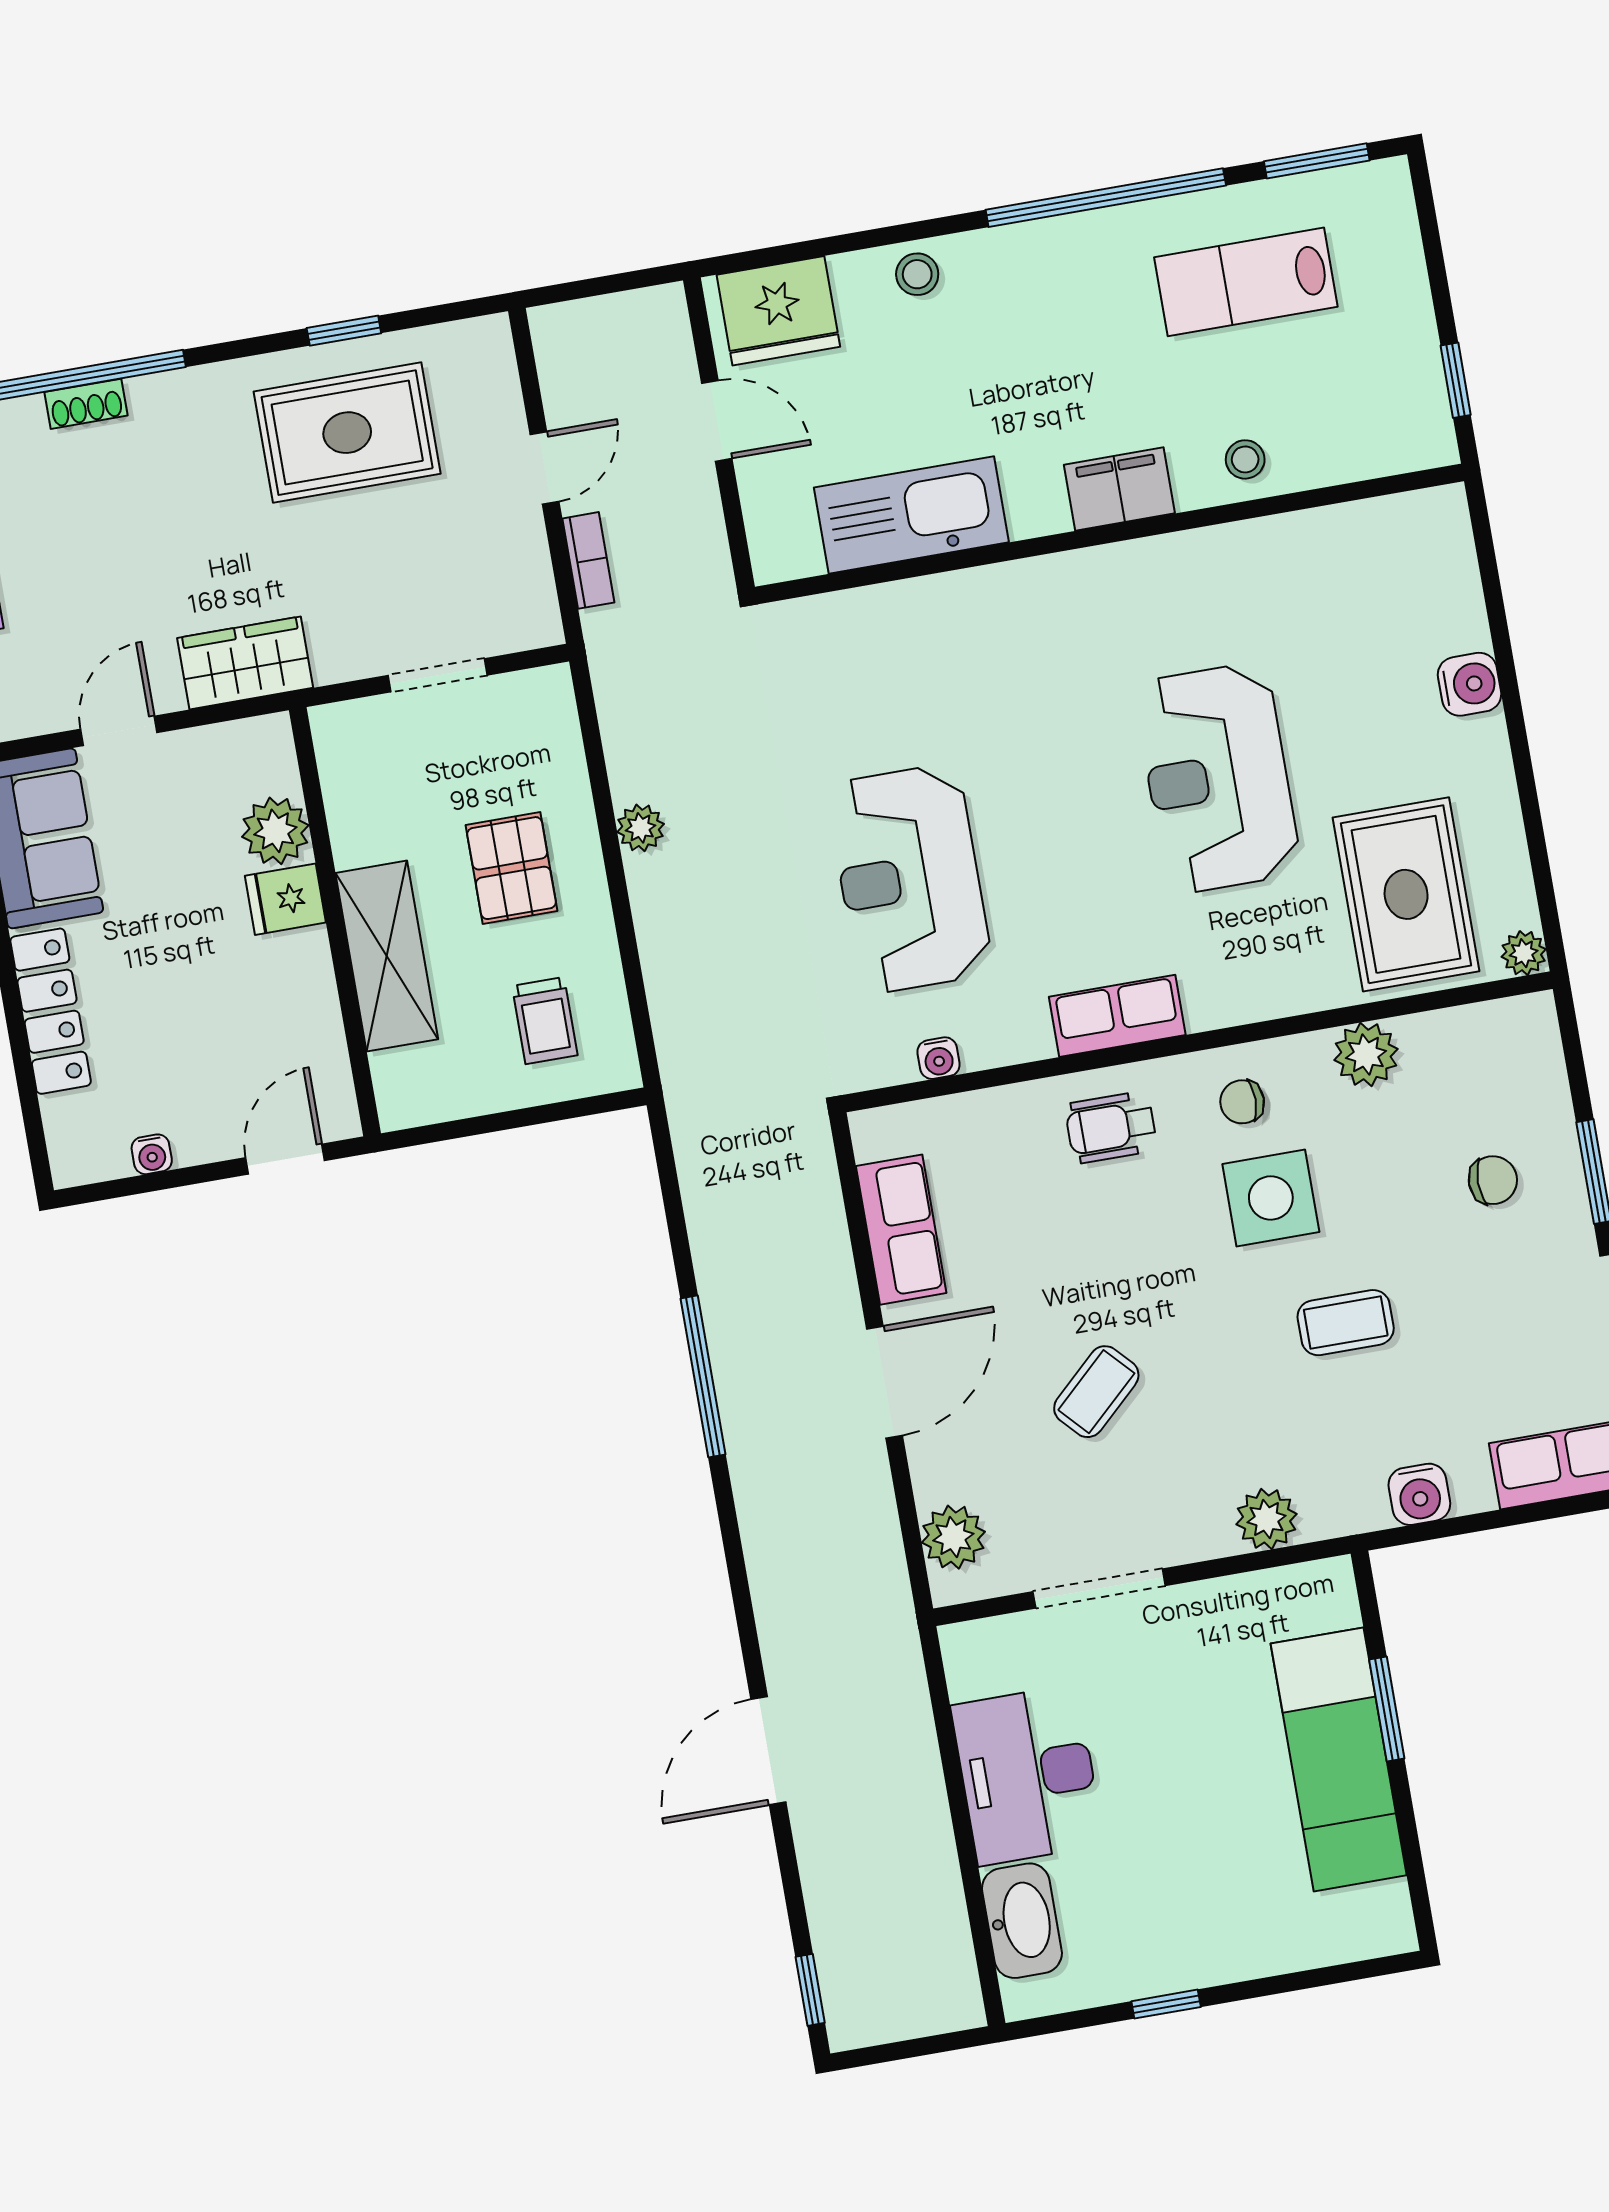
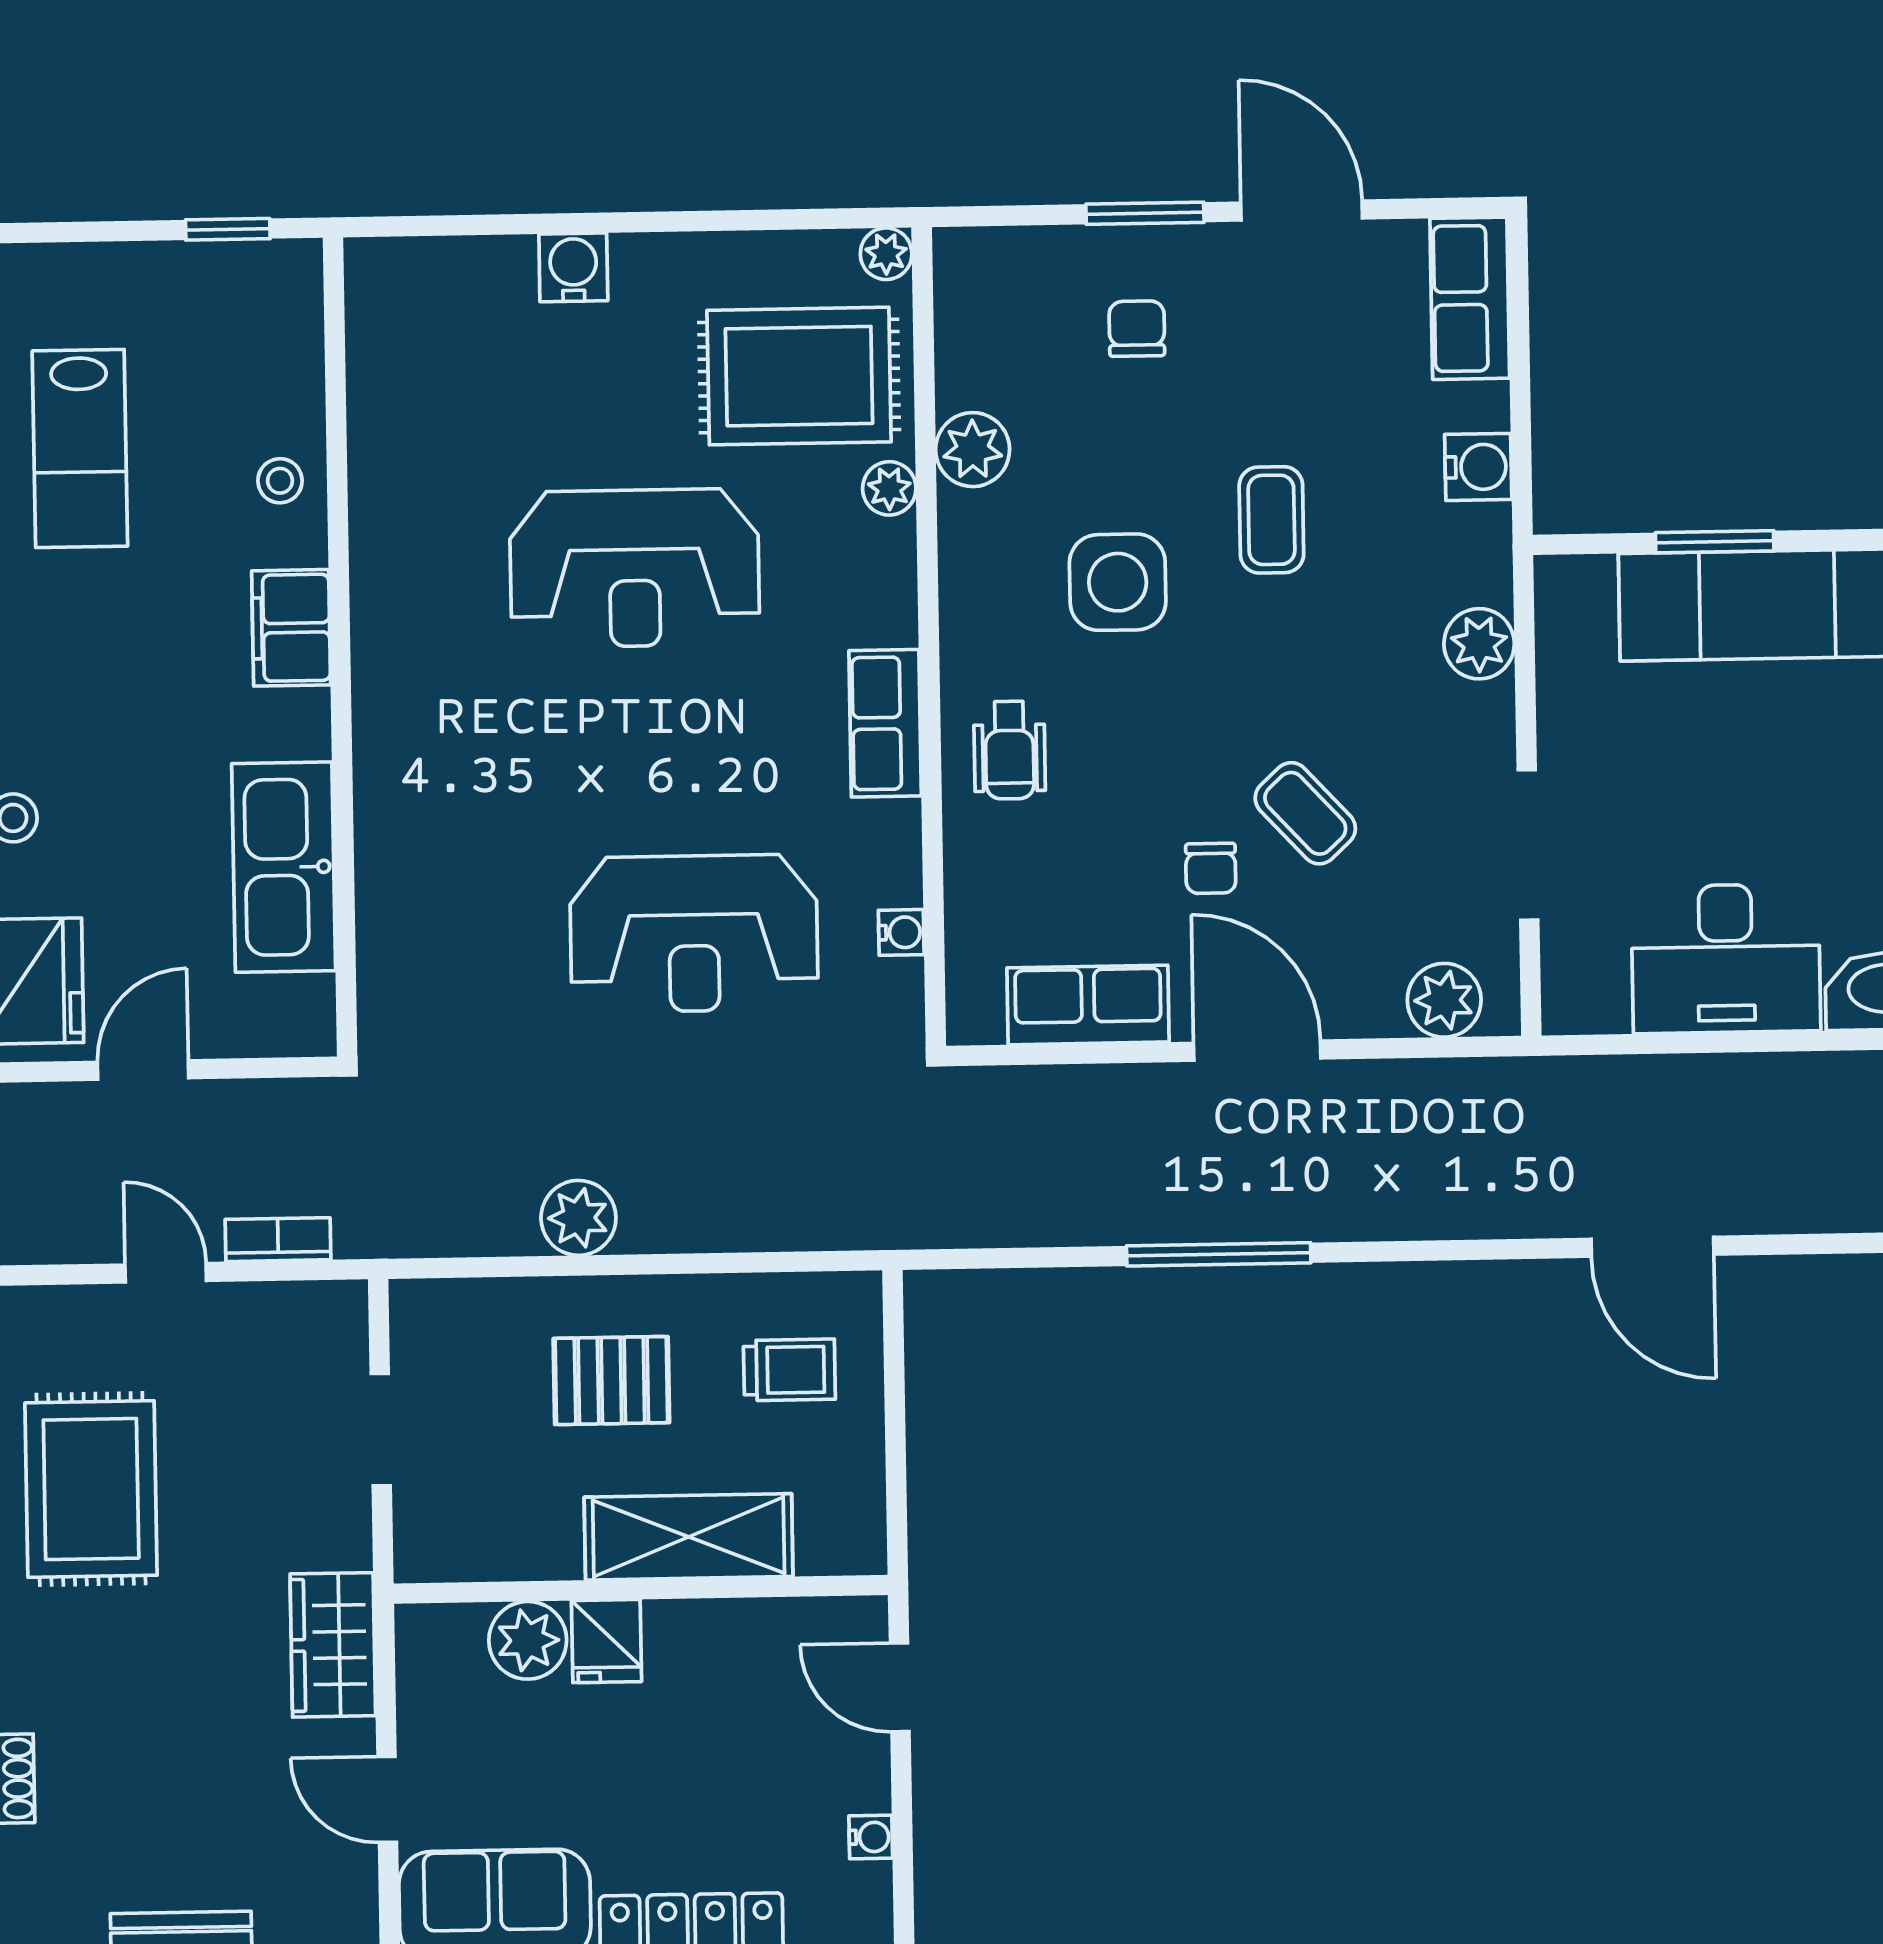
plant: (641, 828) -> (578, 1218), width x1.38, depth x1.38
plant: (1321, 988) -> (889, 488), added
chair: (1242, 1102) -> (1211, 868), moved

